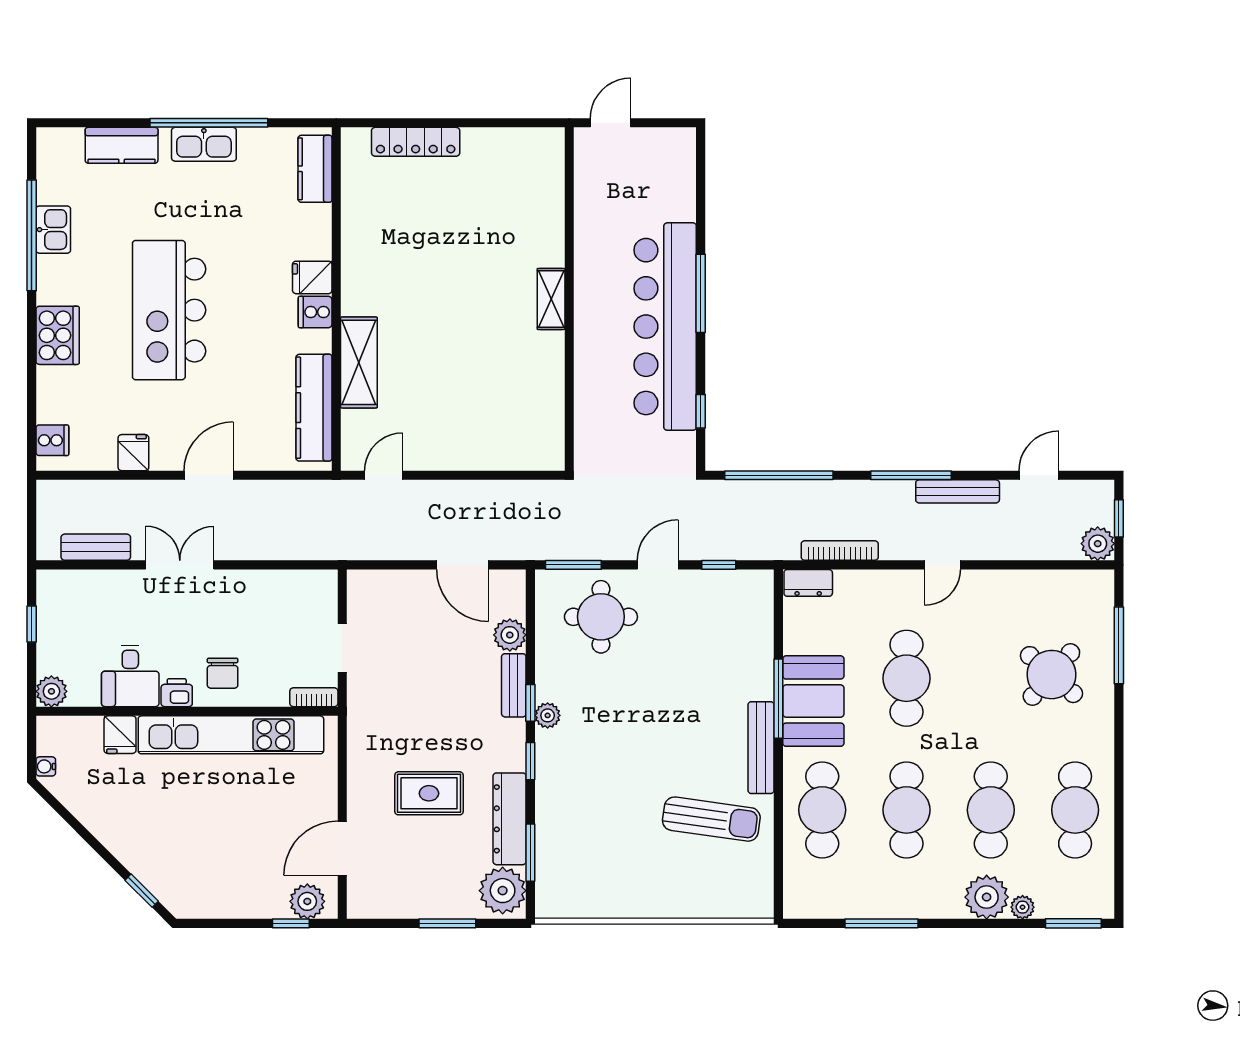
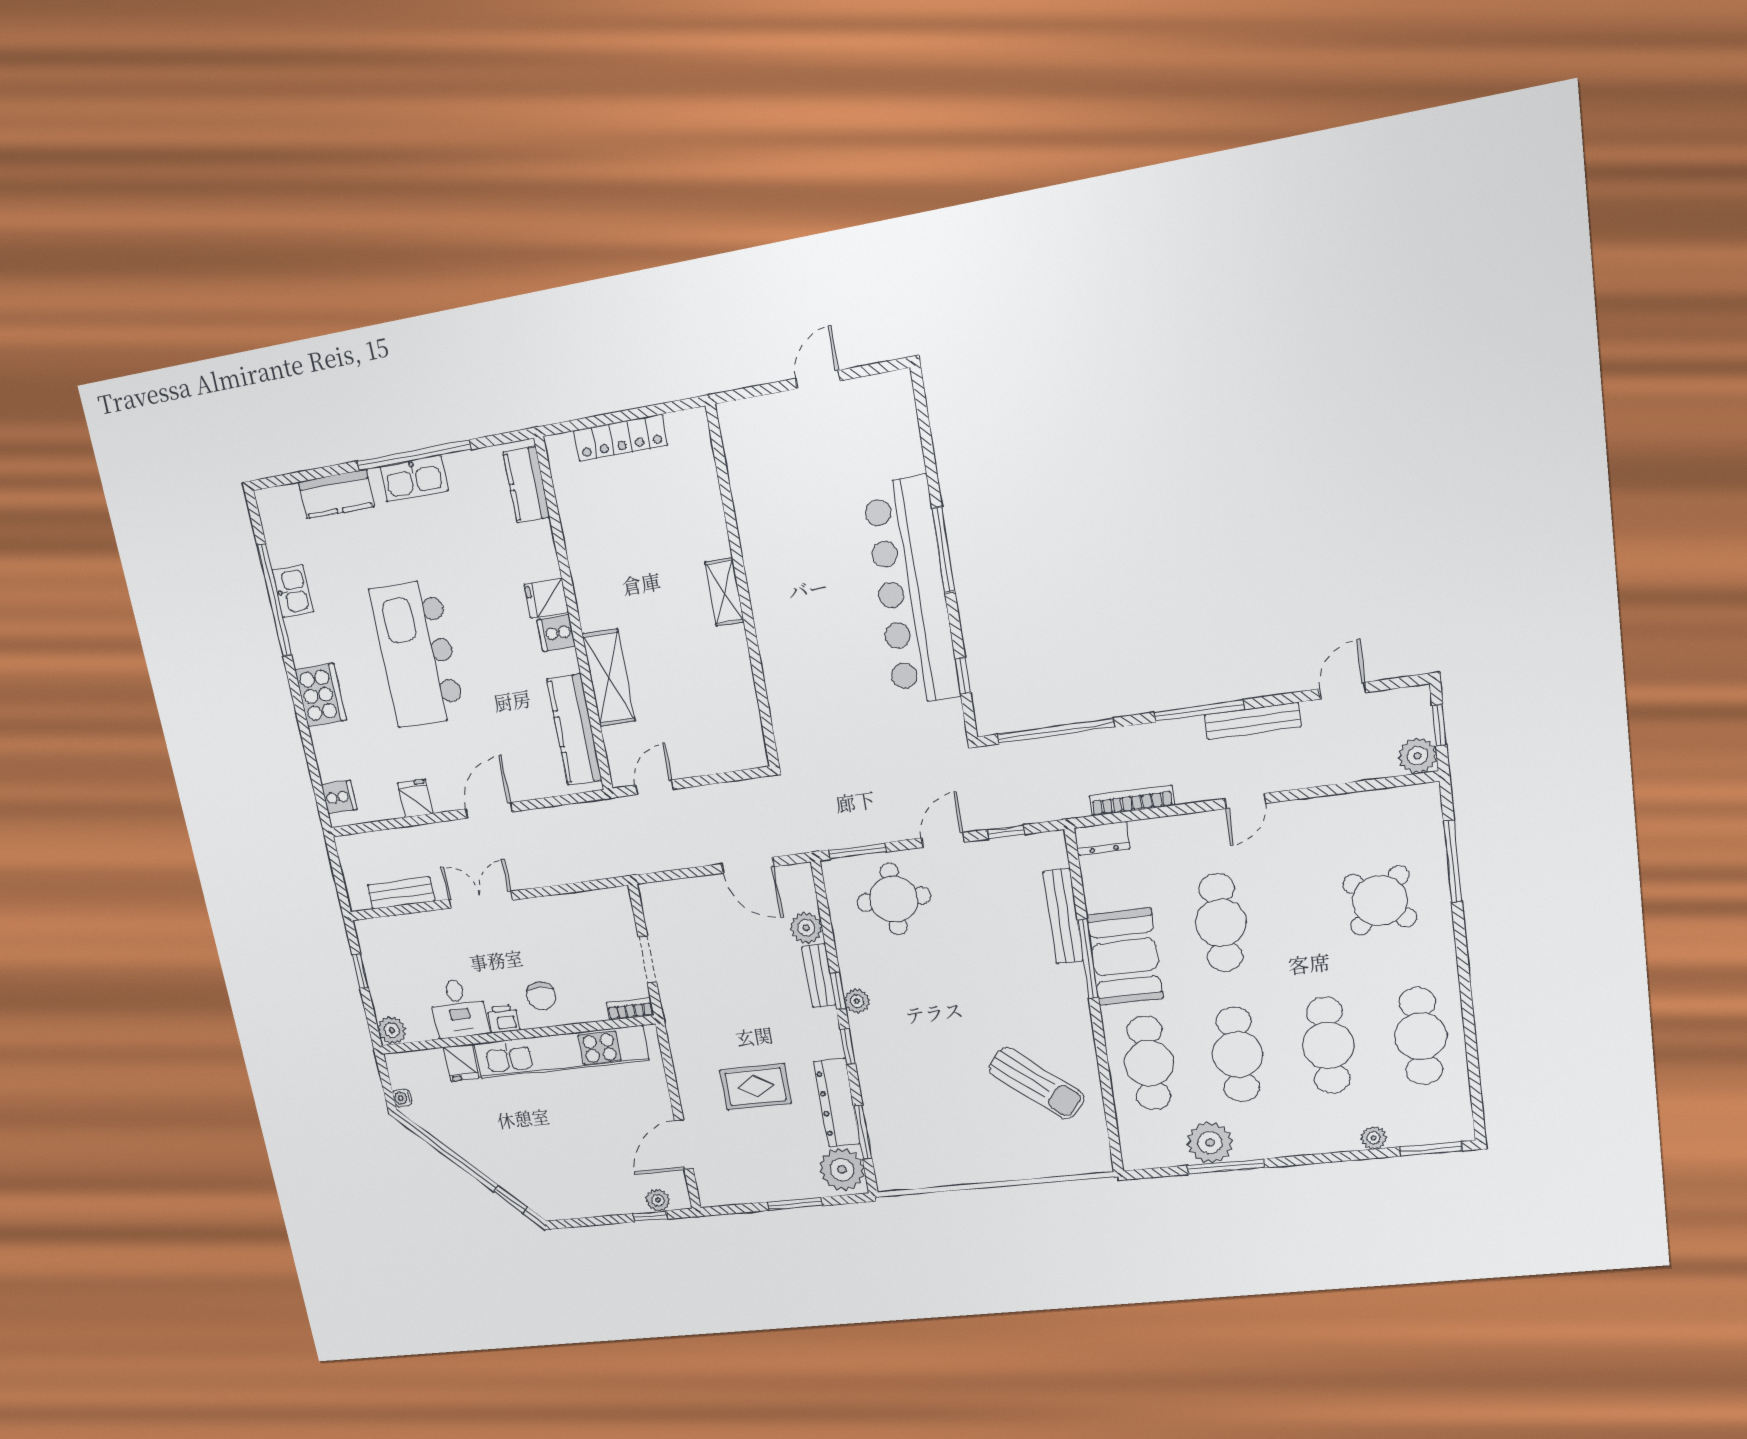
shelving: (551, 299) -> (724, 592), moved
wall: (569, 299) -> (743, 589), moved
bench: (761, 748) -> (1063, 916), moved
sun lounger: (711, 819) -> (1036, 1083), turned 32
plant: (987, 897) -> (1210, 1143), moved
plant: (307, 901) -> (658, 1200), width x0.73, depth x0.73

